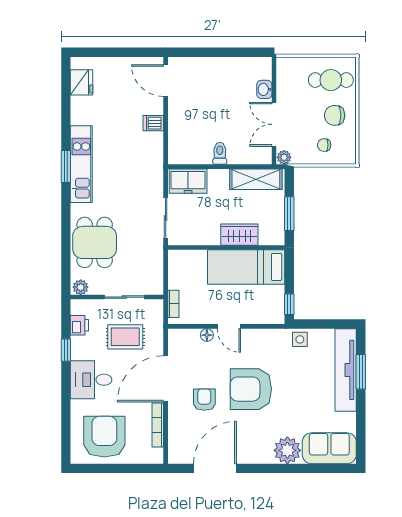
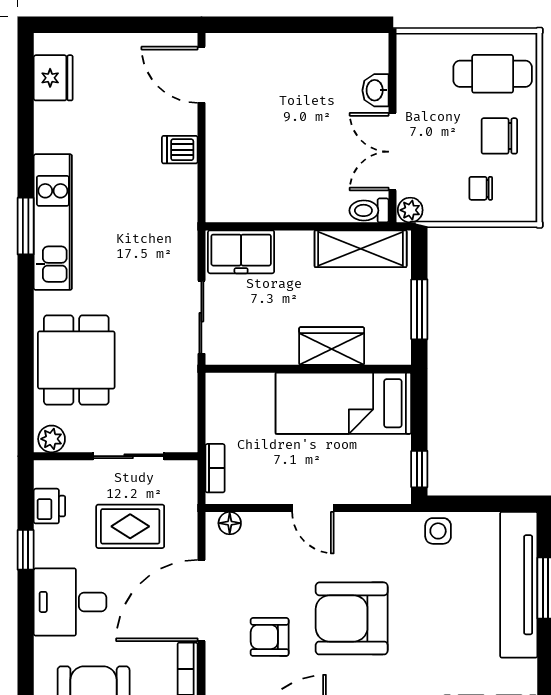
toilet: (220, 153) -> (369, 210), moved, turned -90
floor lamp: (207, 335) -> (230, 523), moved
armchair: (204, 400) -> (270, 637), turned -90

